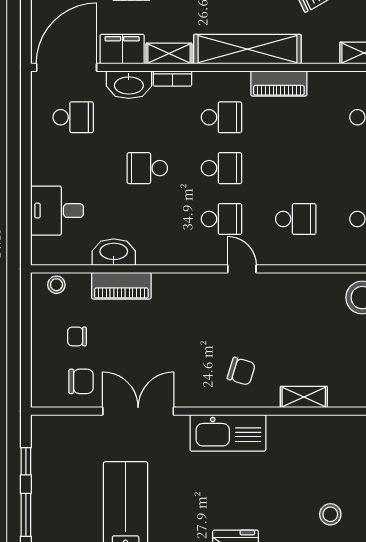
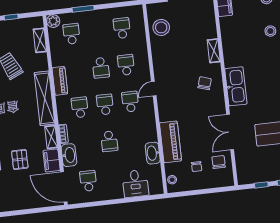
school desk: (296, 168) -> (101, 68), added
piano: (121, 286) -> (170, 142), width x1.37, depth x1.33

